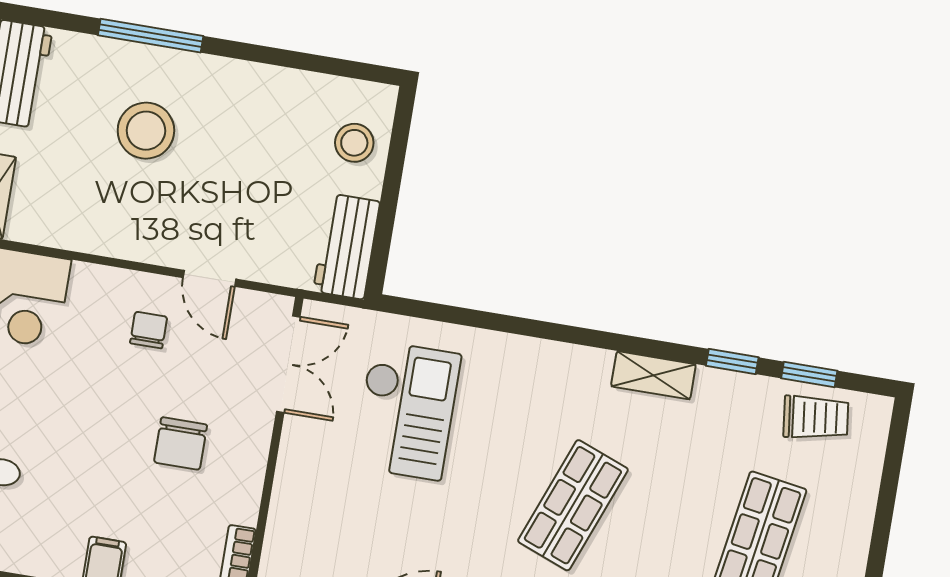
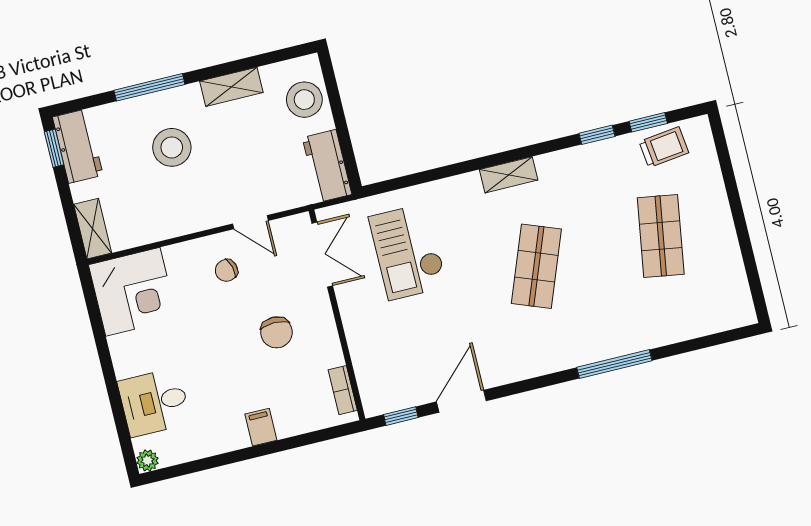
shelving: (262, 83) -> (231, 87), added
stool: (354, 143) -> (304, 100), width x1.38, depth x1.38
chair: (149, 330) -> (226, 270), turned -106
shelving: (653, 375) -> (509, 175), moved
checkout: (407, 410) -> (408, 252), turned 180

